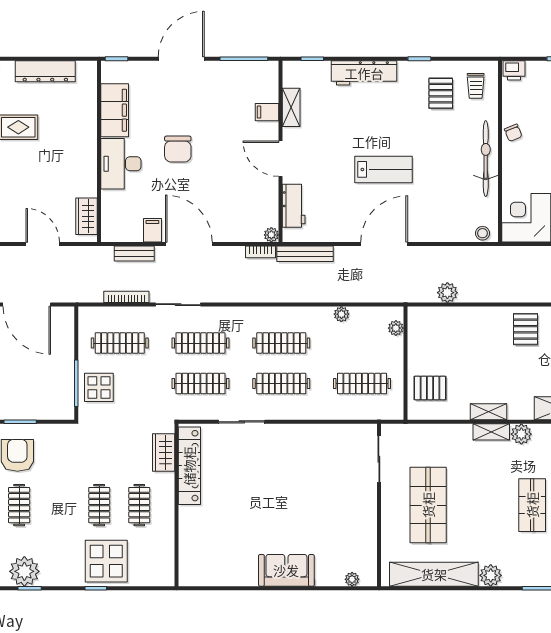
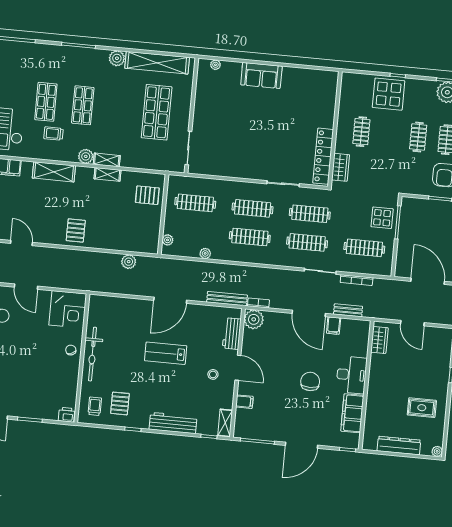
shelving: (291, 107) -> (225, 423), moved
chair: (513, 133) -> (71, 350), moved
stool: (482, 233) -> (213, 374), moved
plant: (271, 235) -> (254, 319), width x1.88, depth x1.88
clothes rail: (99, 505) -> (418, 137), moved

